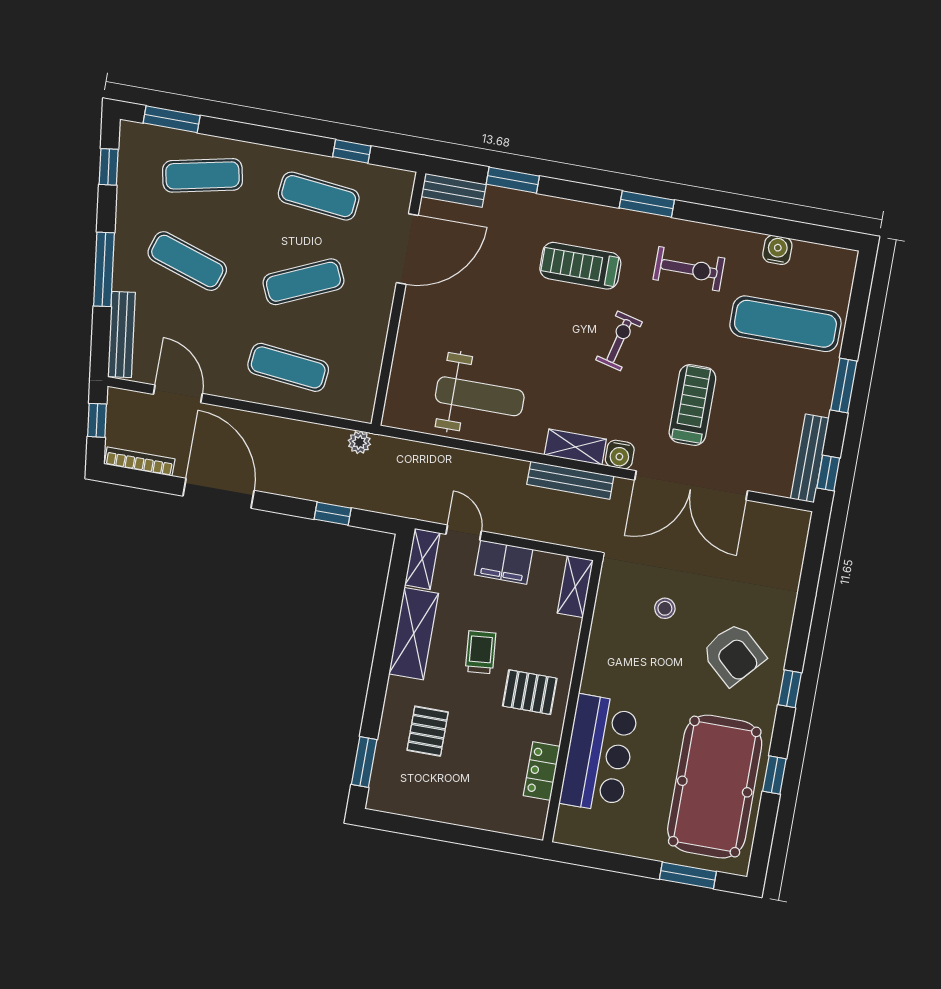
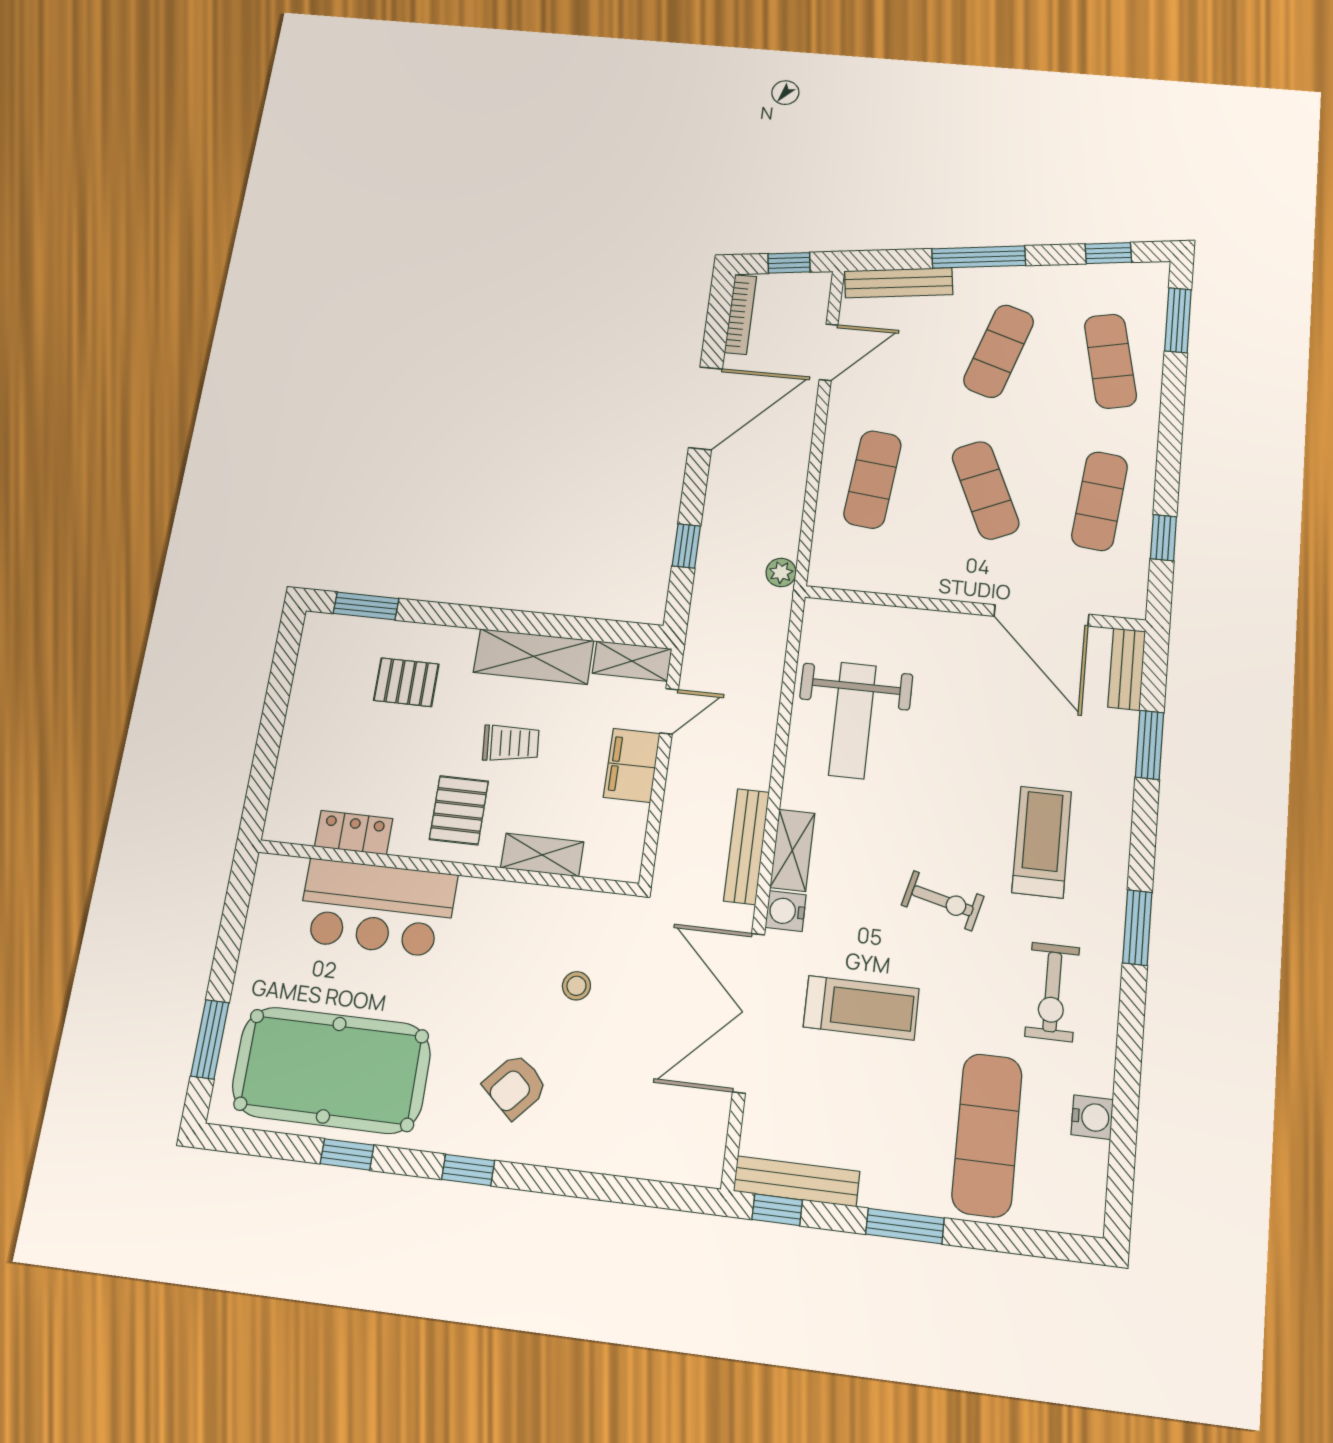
shelving: (575, 587) -> (542, 855), moved
armchair: (734, 654) -> (515, 1086), width x0.72, depth x0.72

